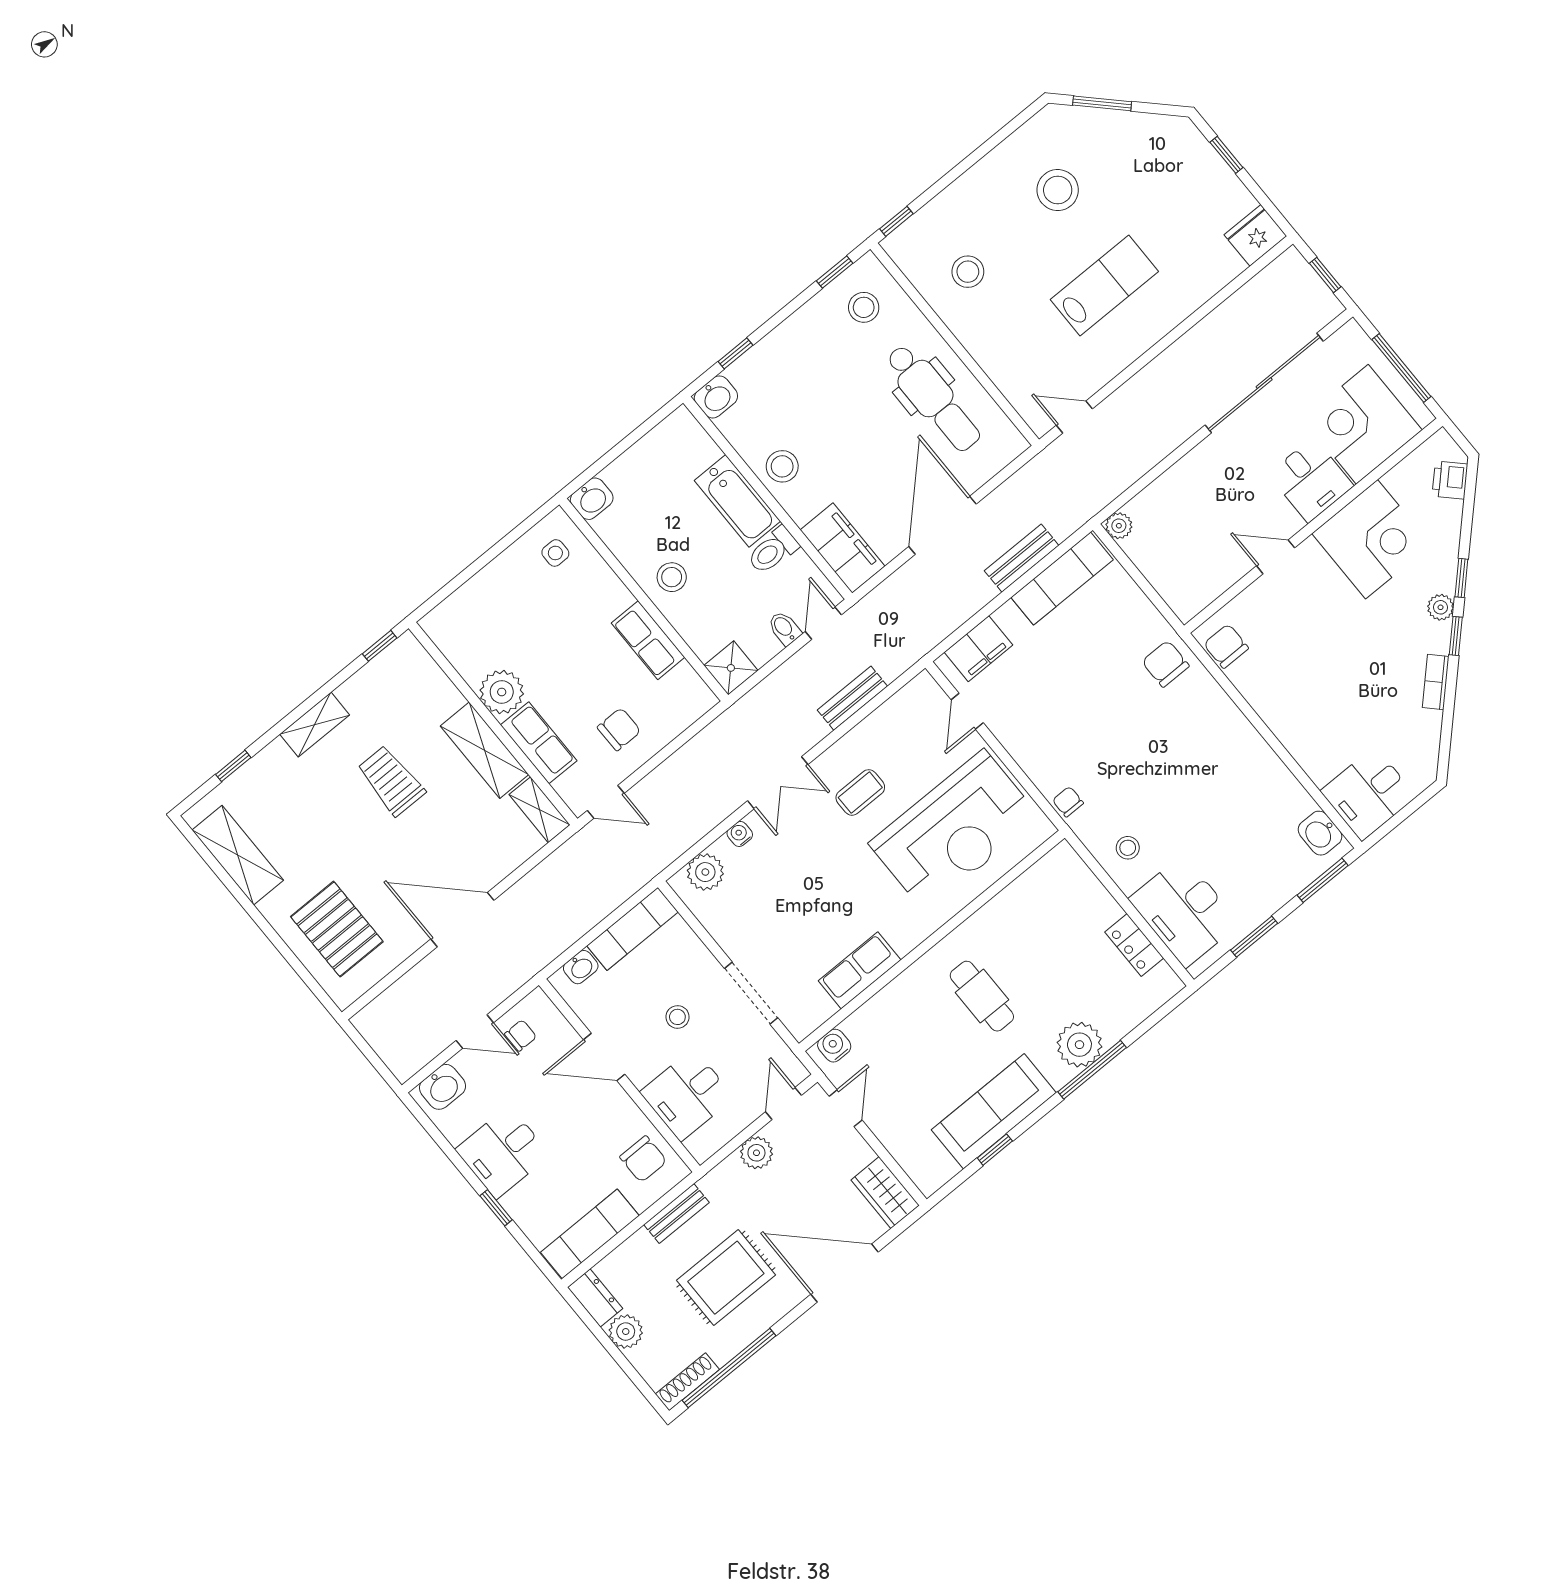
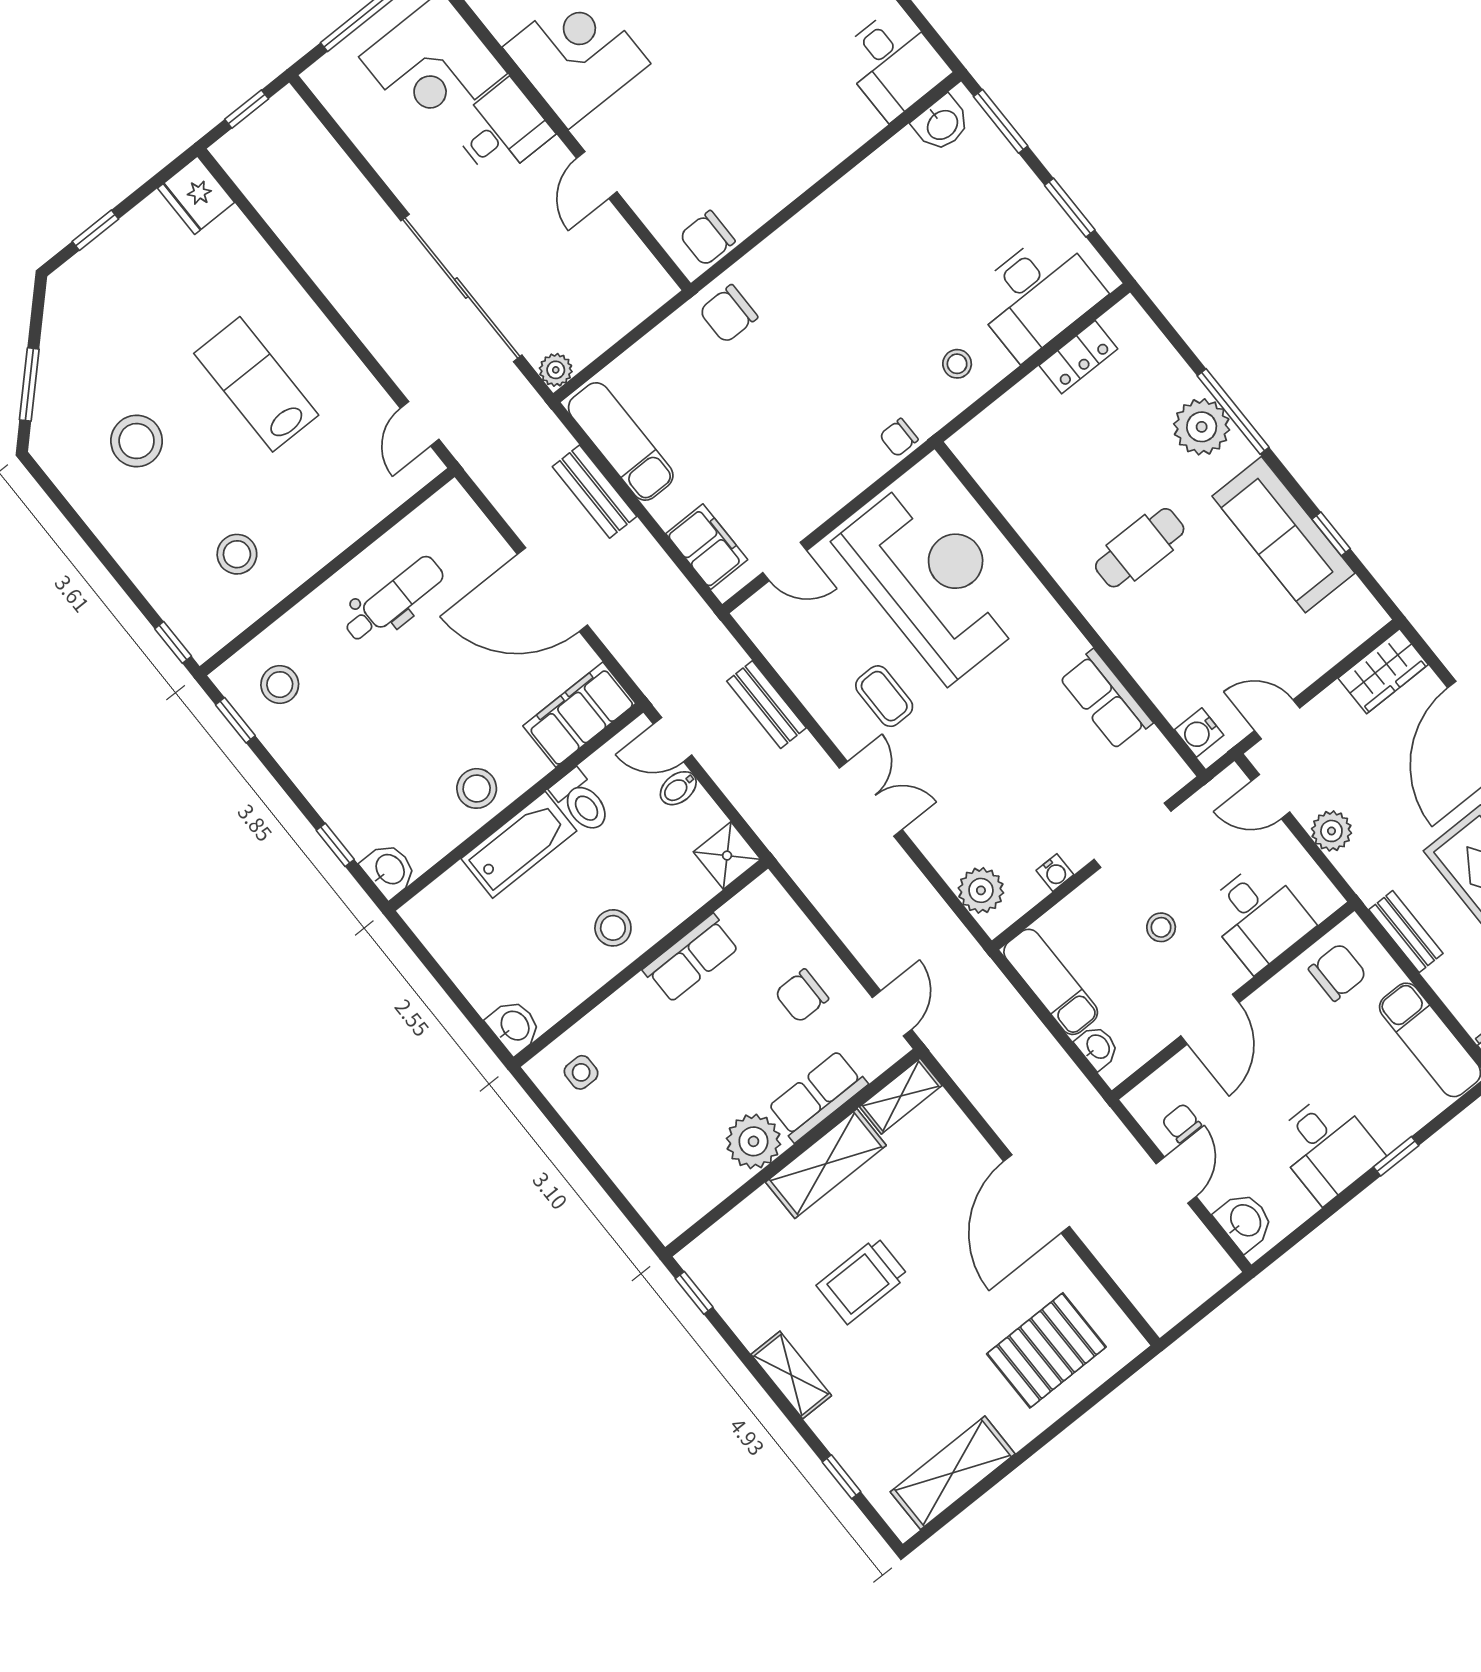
sliding door: (1264, 383) -> (461, 288), moved
dental chair: (933, 398) -> (394, 599), width x0.73, depth x0.72
chair: (619, 729) -> (802, 996), turned -90
water cooler: (740, 834) -> (1055, 873), moved, turned -90

